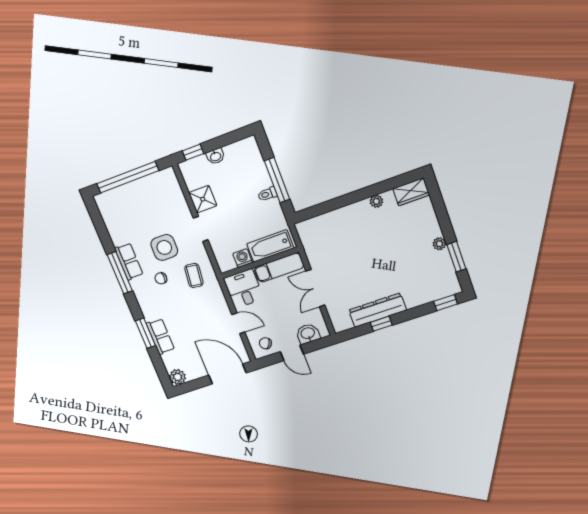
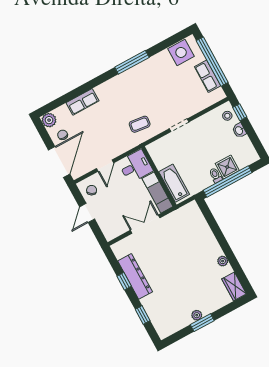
stool: (196, 168) -> (227, 116), added
window: (277, 180) -> (228, 181), width x1.46
shower: (203, 199) -> (227, 167), moved
side table: (164, 247) -> (181, 52), moved
window: (456, 257) -> (202, 323), moved
washing machine: (243, 258) -> (161, 162), removed
row of seats: (129, 261) -> (208, 76), moved, turned 90
chair: (161, 278) -> (63, 135), moved
window: (446, 303) -> (143, 315), moved
window: (145, 333) -> (83, 89), removed
washbasin: (308, 334) -> (106, 224), removed

